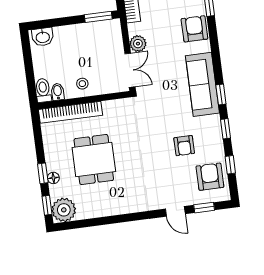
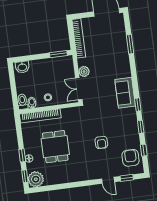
armchair: (194, 29) -> (121, 62), removed
double door: (130, 70) -> (79, 89), swing flipped
sofa: (202, 84) -> (125, 93), width x0.73
armchair: (184, 146) -> (101, 142), moved

